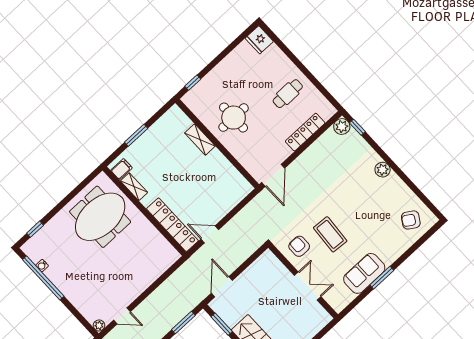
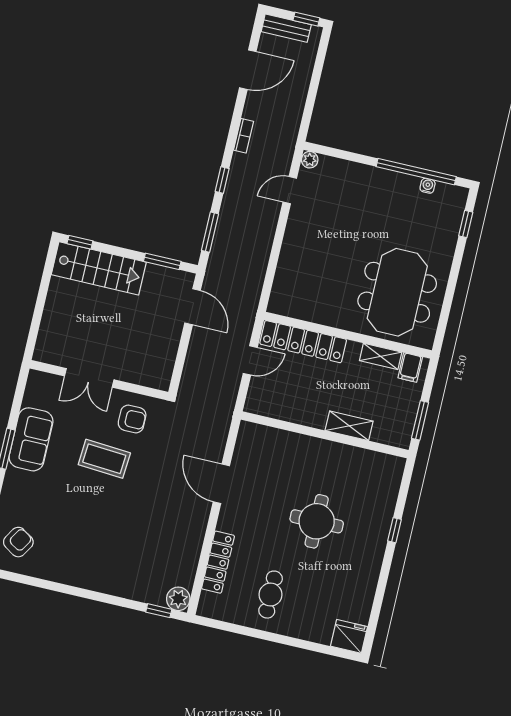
shelving: (200, 139) -> (349, 426), moved
wall: (217, 144) -> (325, 435), moved
plant: (383, 170) -> (94, 580), removed

